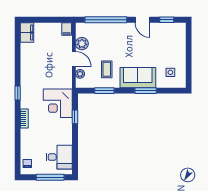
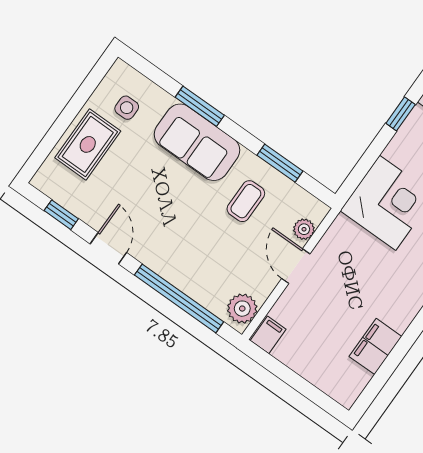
filing cabinet: (27, 32) -> (375, 346), moved
plant: (82, 44) -> (242, 309), moved
rug: (175, 50) -> (88, 144), added
window: (75, 117) -> (401, 114), moved

